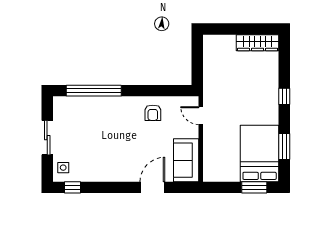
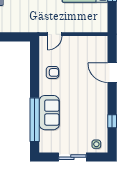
sofa: (186, 160) -> (49, 113), moved, turned -90
window: (73, 187) -> (112, 121), moved

